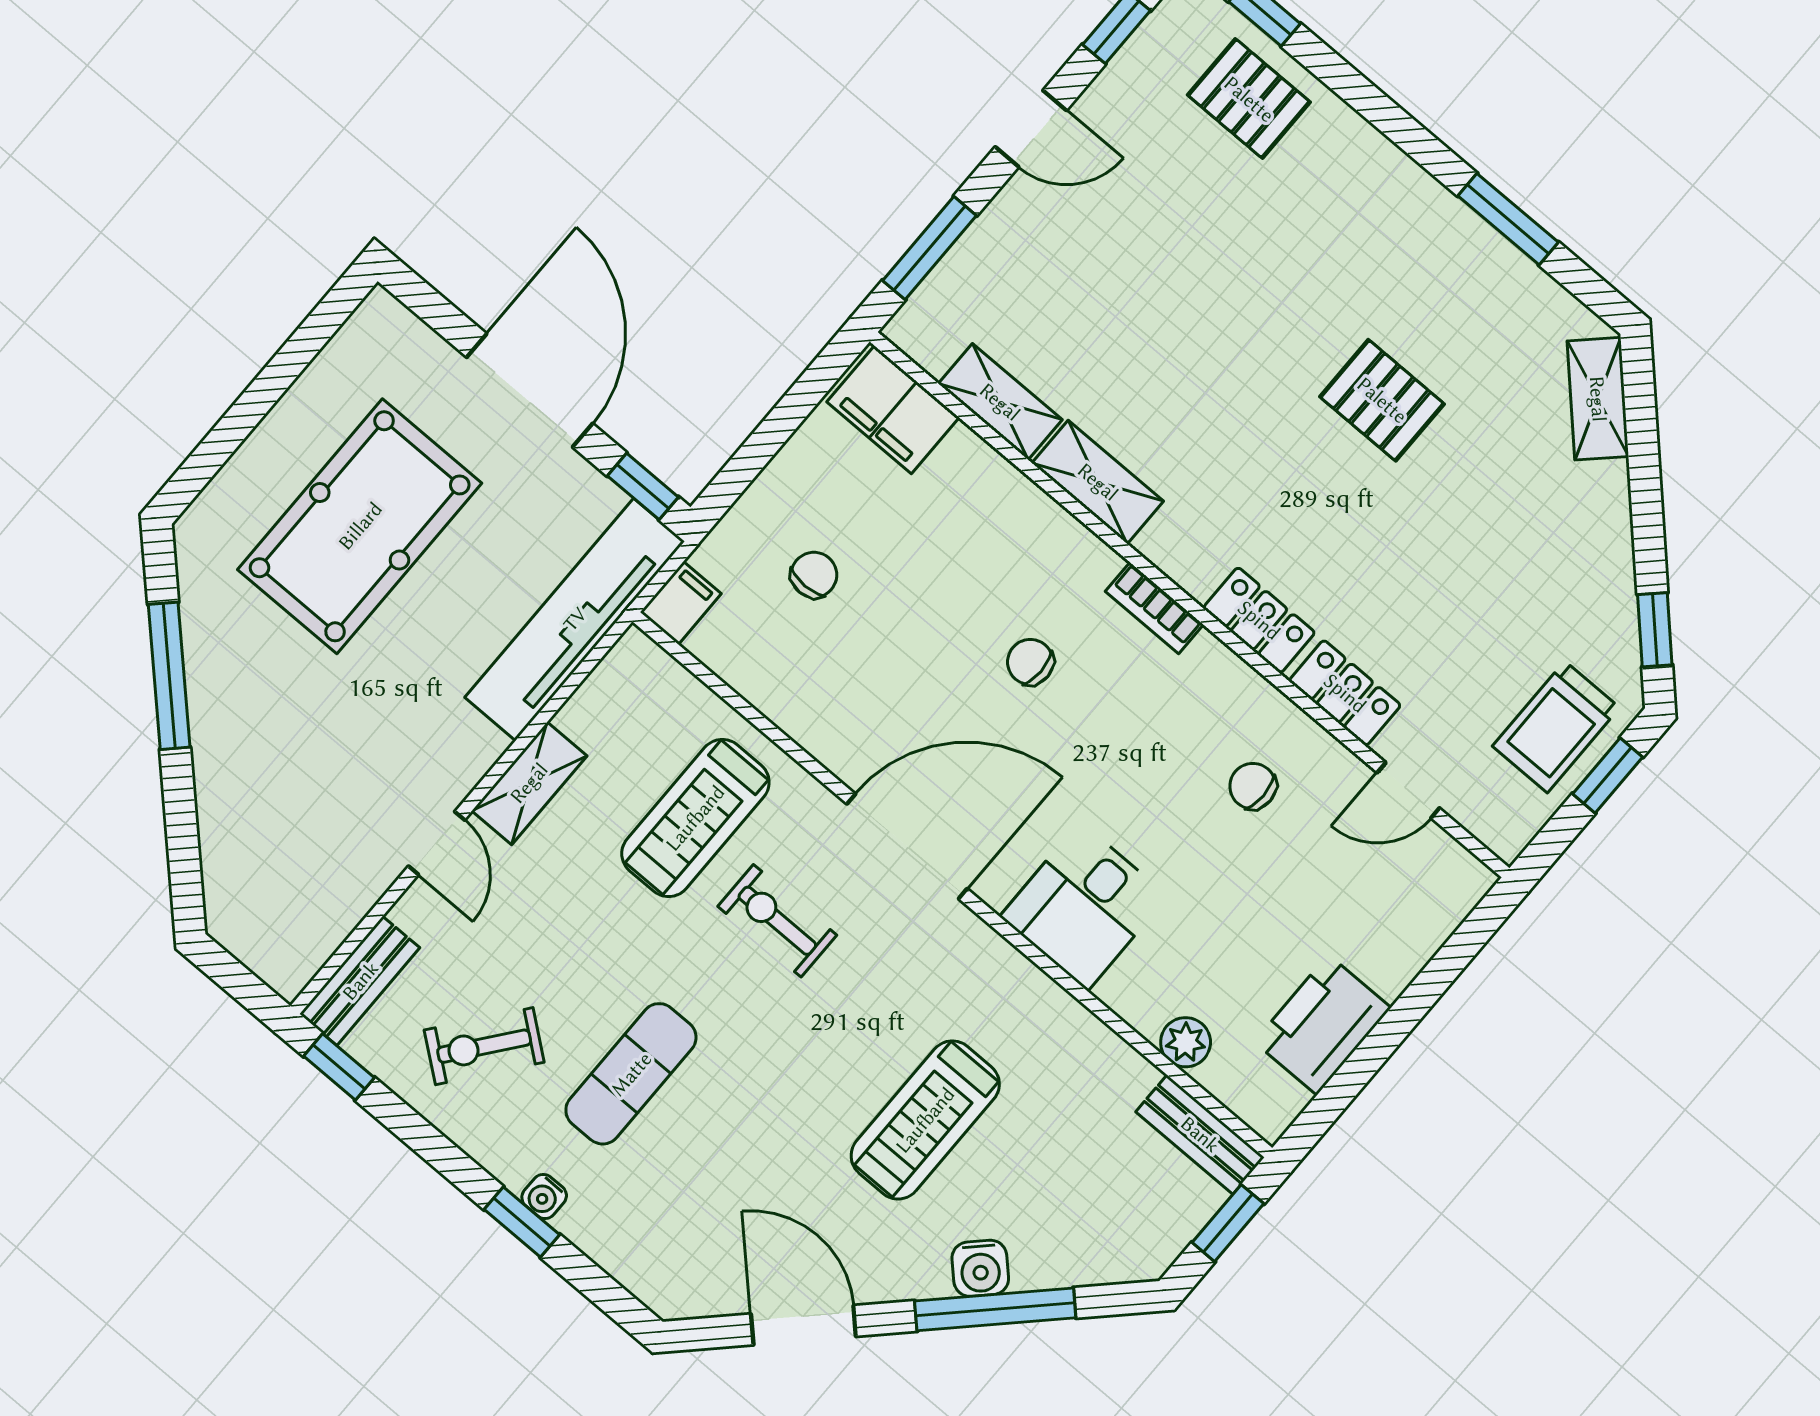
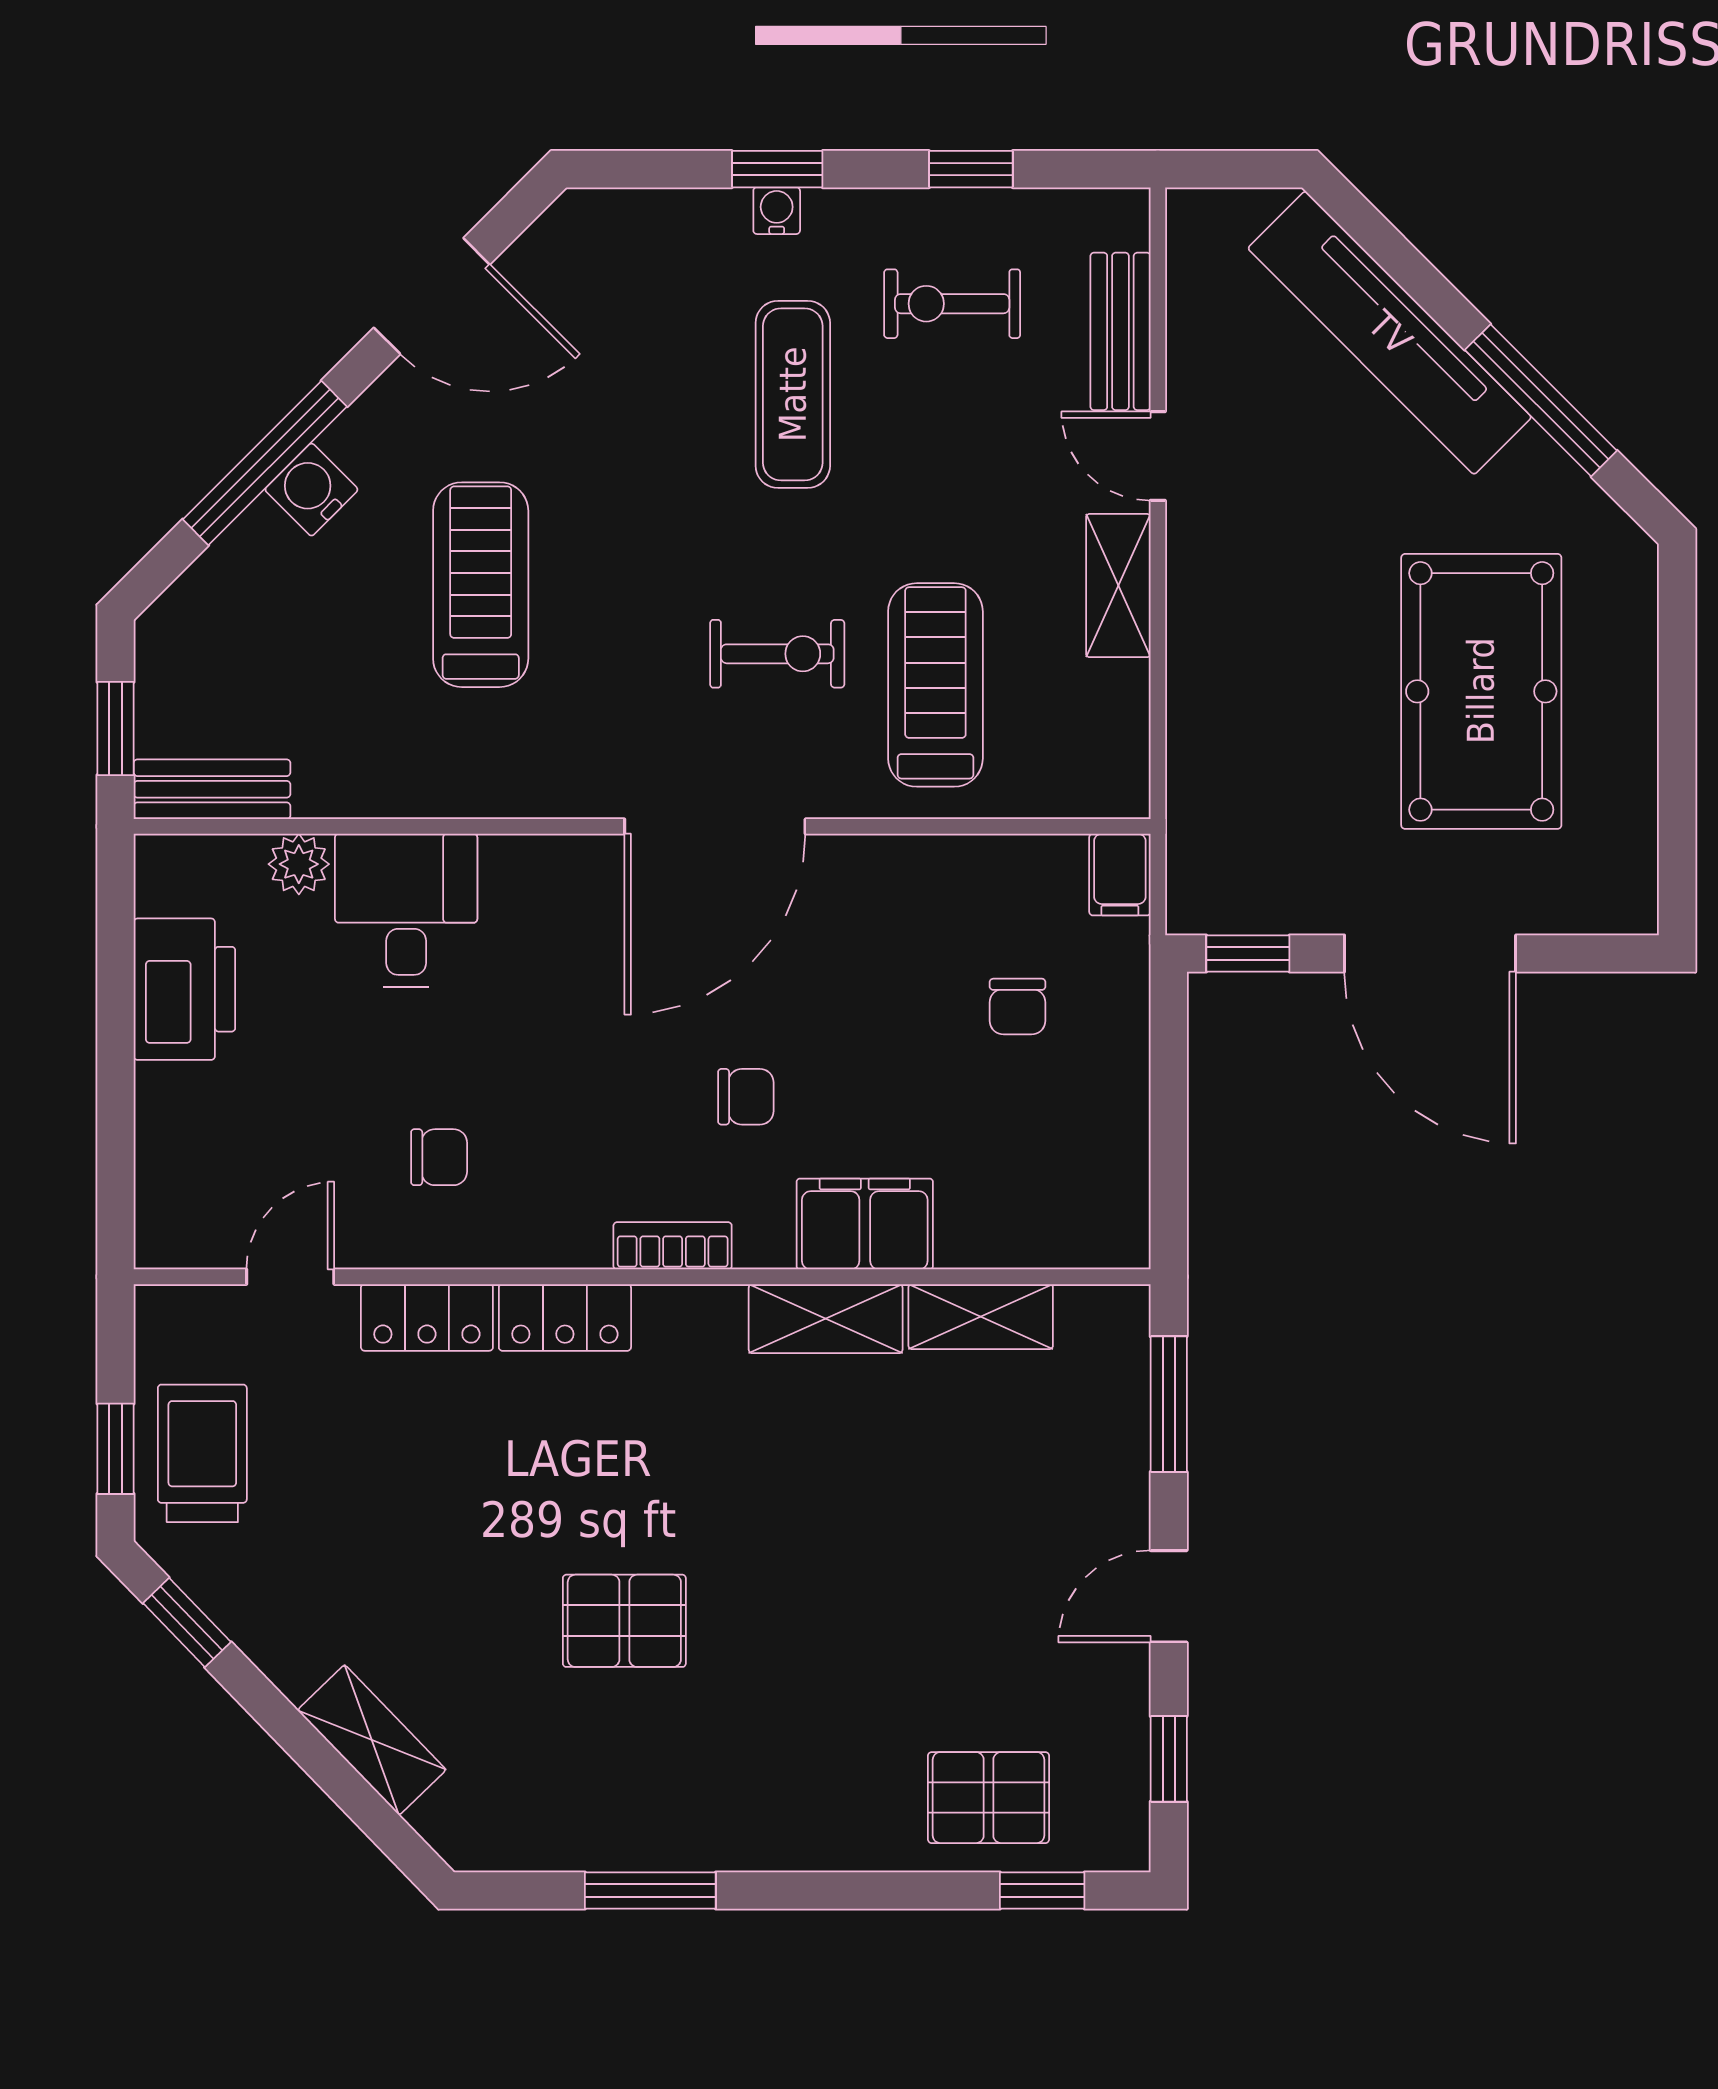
shelving: (1598, 399) -> (372, 1740), moved
filing cabinet: (893, 410) -> (865, 1224), moved
tv unit: (575, 619) -> (1390, 333), moved, turned 135
desk: (1084, 906) -> (406, 910), moved
bench: (360, 981) -> (1120, 331), moved
exercise bike: (484, 1046) -> (952, 304), turned -128
window: (339, 1067) -> (971, 169), moved

